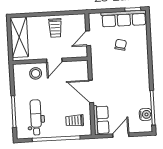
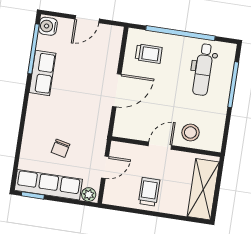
plant: (95, 18) -> (89, 195), added
door: (91, 91) -> (117, 90), hinge flipped
water cooler: (146, 114) -> (48, 26), moved
row of seats: (101, 120) -> (42, 73), moved, turned 180

